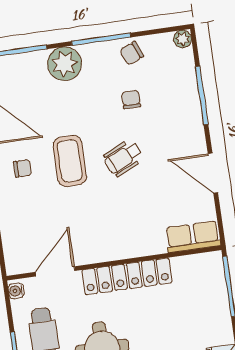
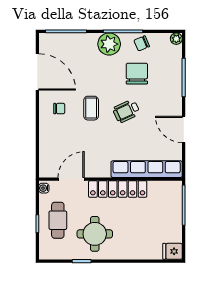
plant: (64, 64) -> (109, 44), moved
chair: (131, 99) -> (137, 74), width x1.87, depth x1.87
coffee table: (70, 161) -> (91, 108), width x0.73, depth x0.77
row of seats: (193, 237) -> (147, 169), width x2.02

